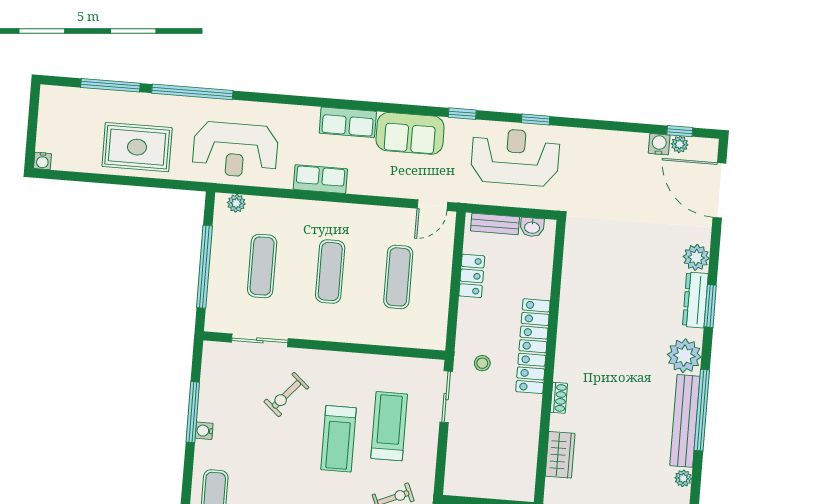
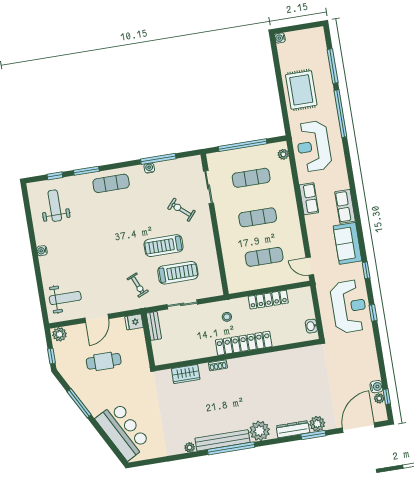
bench: (495, 224) -> (154, 326), moved
locker: (472, 276) -> (268, 300), width x1.53
window: (710, 306) -> (313, 435), moved
sliding door: (446, 397) -> (182, 304), moved

